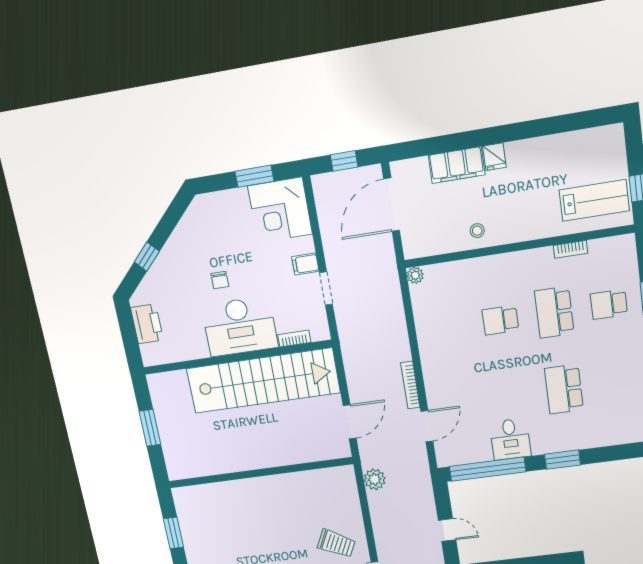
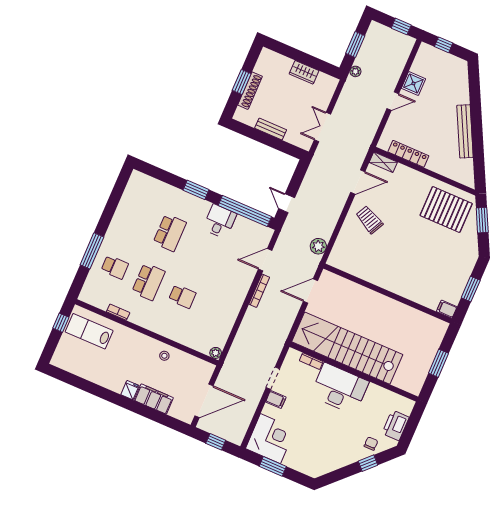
chair: (220, 280) -> (371, 444), moved
filing cabinet: (183, 495) -> (447, 309), added
door: (447, 530) -> (287, 203), moved

